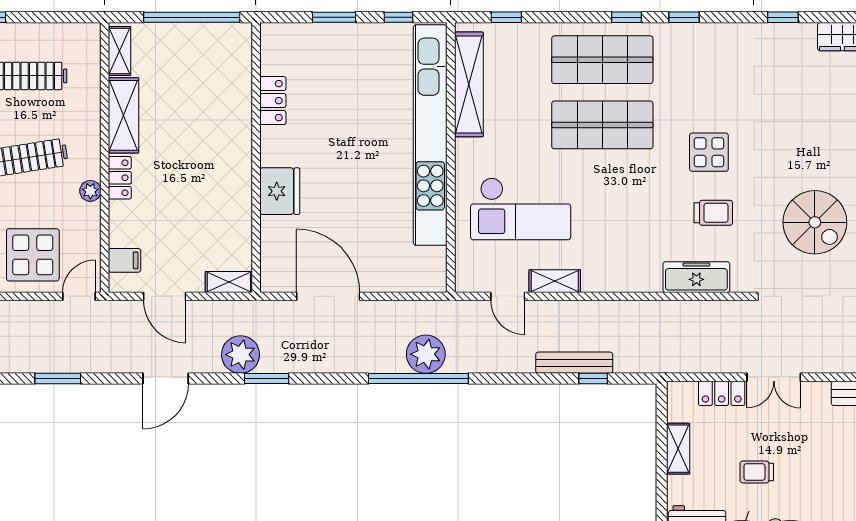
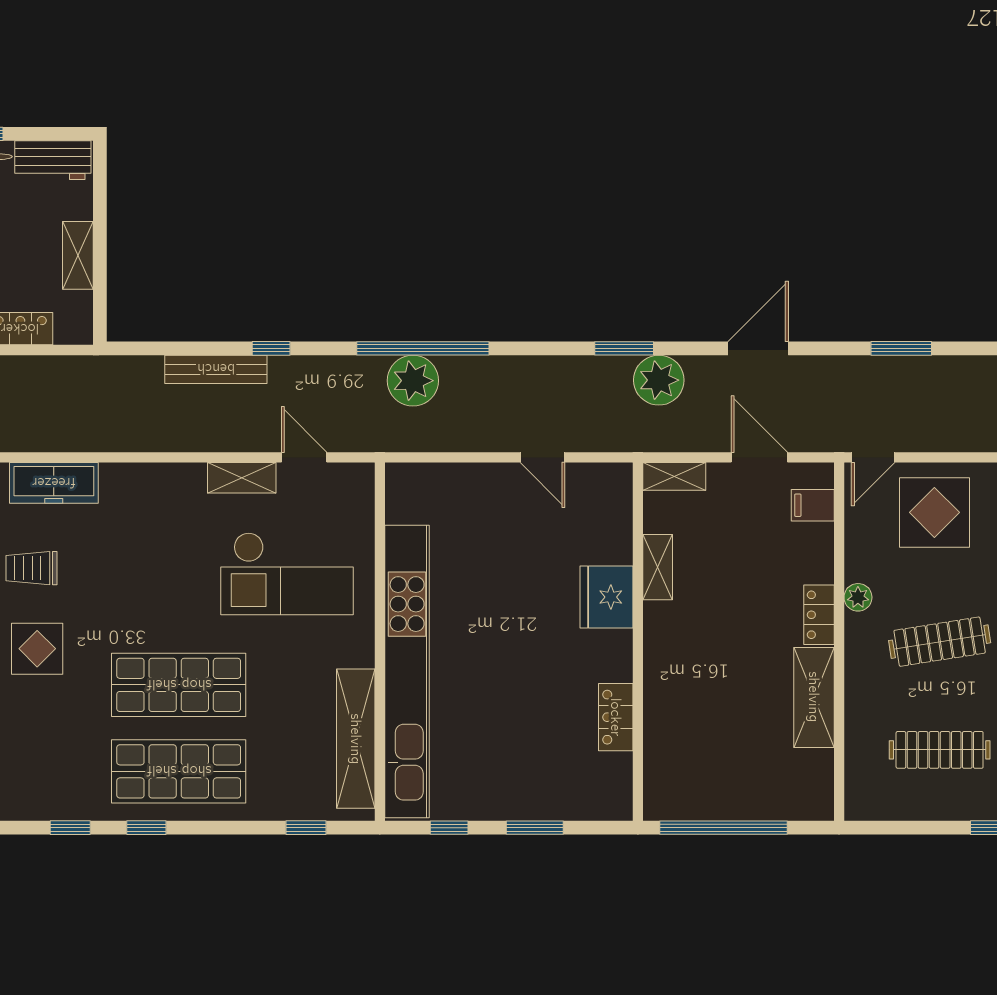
shelving: (120, 51) -> (658, 567), moved
checkout: (521, 209) -> (287, 574), turned 180
door: (328, 296) -> (542, 457), width x0.53
window: (593, 379) -> (271, 348), moved

